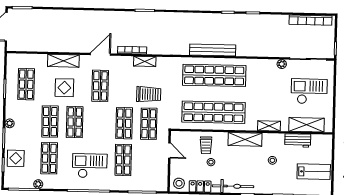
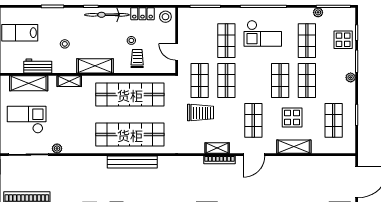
shelving: (145, 61) -> (217, 148), moved
checkout: (309, 91) -> (27, 120), turned 180
trolley: (149, 94) -> (200, 113), turned 180

